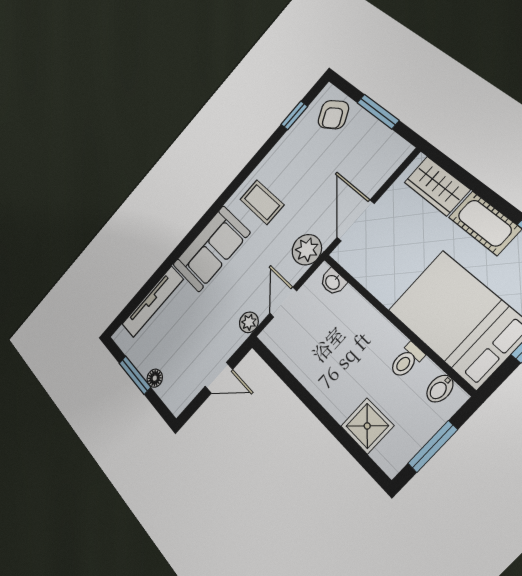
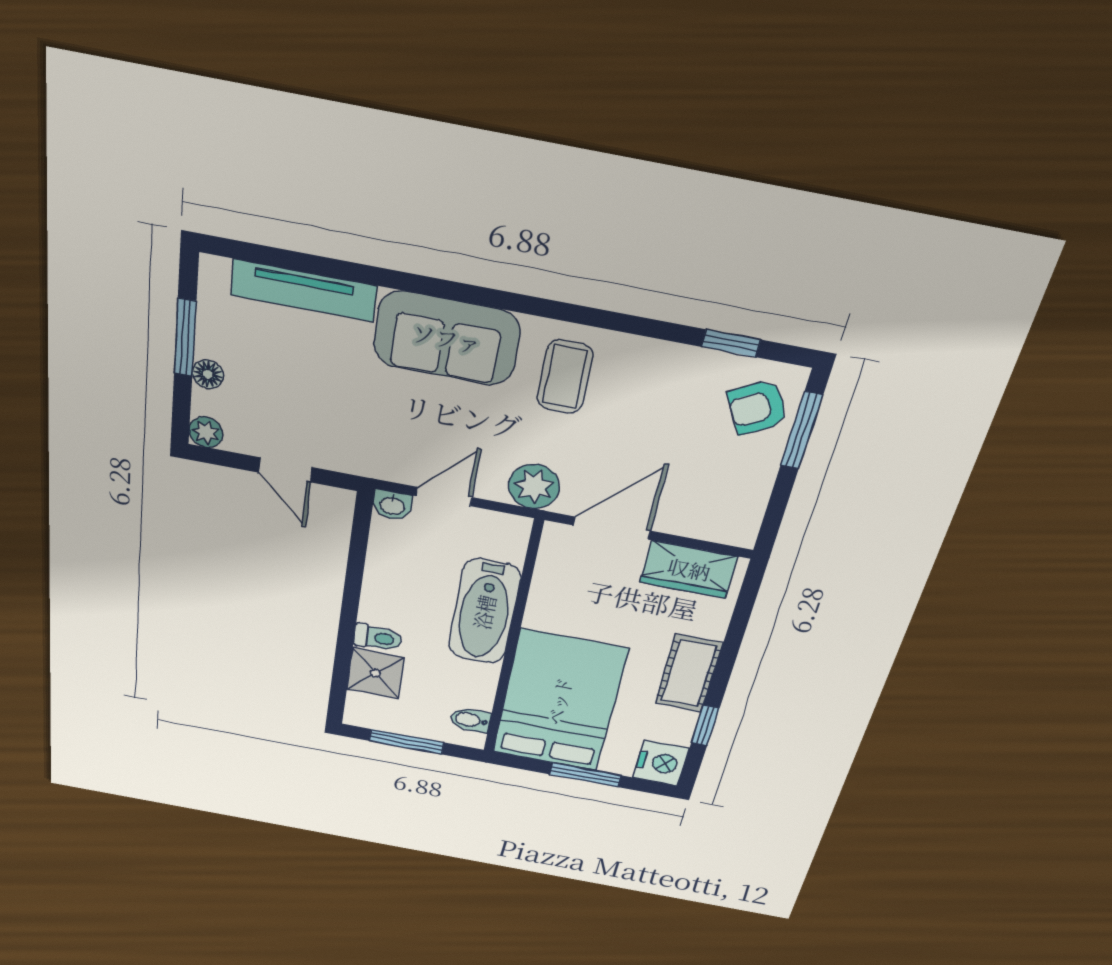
window: (378, 112) -> (802, 431), moved
wardrobe: (437, 186) -> (689, 569), moved, turned -90
washbasin: (333, 282) -> (392, 505), moved, turned -90
plant: (249, 322) -> (206, 432), moved
bathtub: (365, 326) -> (484, 612), added
toilet: (407, 360) -> (378, 638), moved, turned 180

